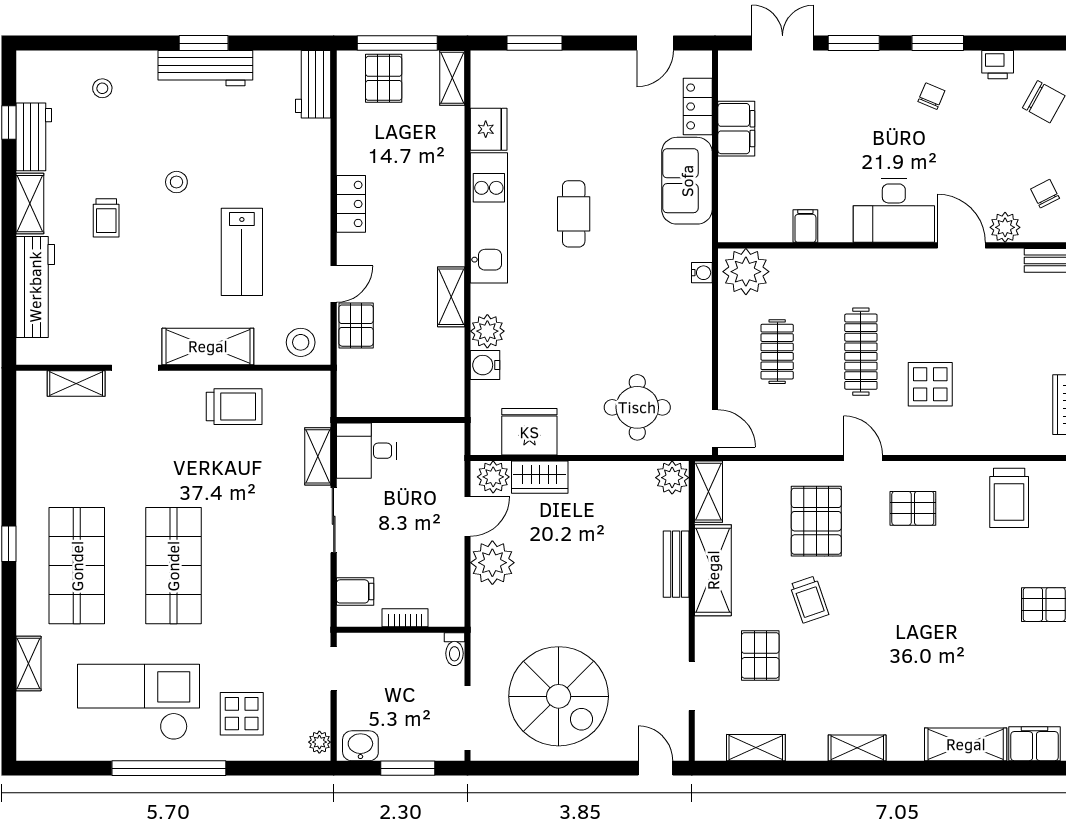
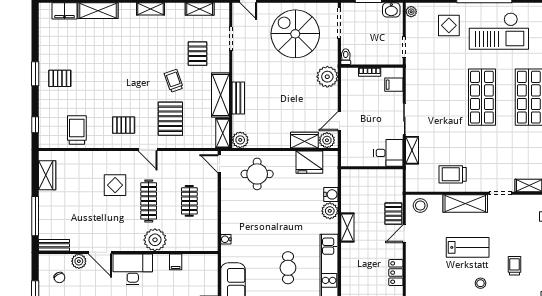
lab bench: (242, 252) -> (468, 247), moved, turned 90
plant: (746, 272) -> (155, 240), moved
plant: (492, 563) -> (327, 77), moved

